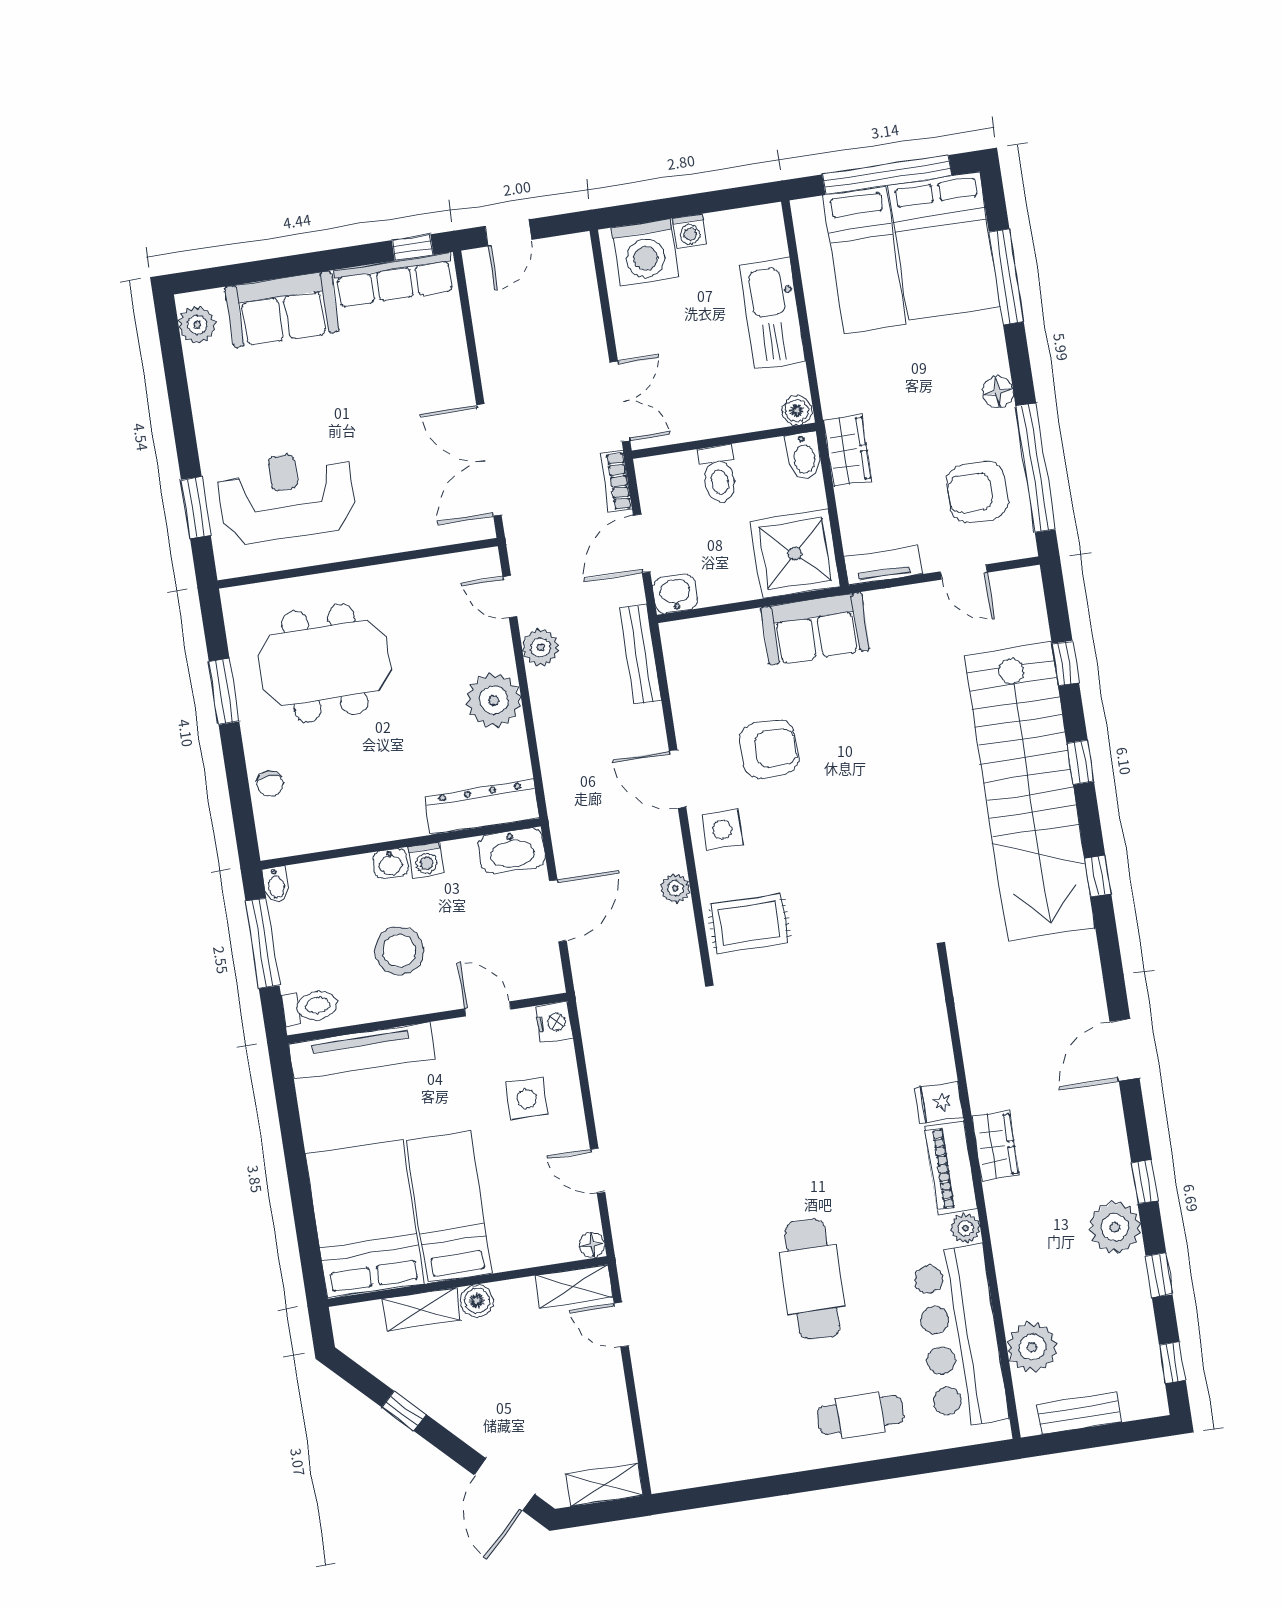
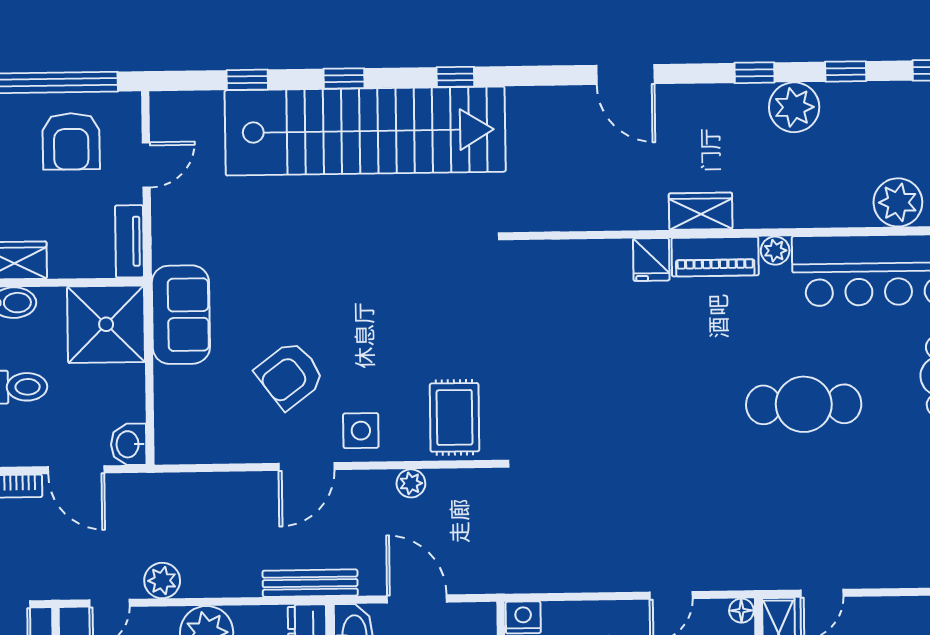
bench: (641, 654) -> (310, 583), moved
armchair: (769, 749) -> (290, 375), turned -127

